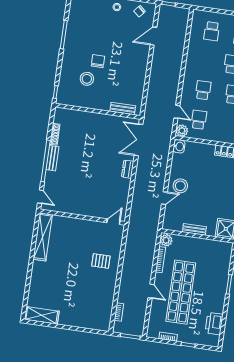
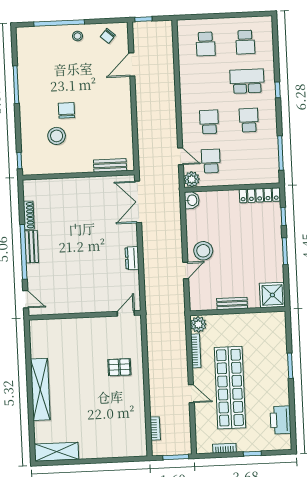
dresser: (128, 169) -> (132, 258), moved
shelving: (43, 237) -> (40, 389), moved

